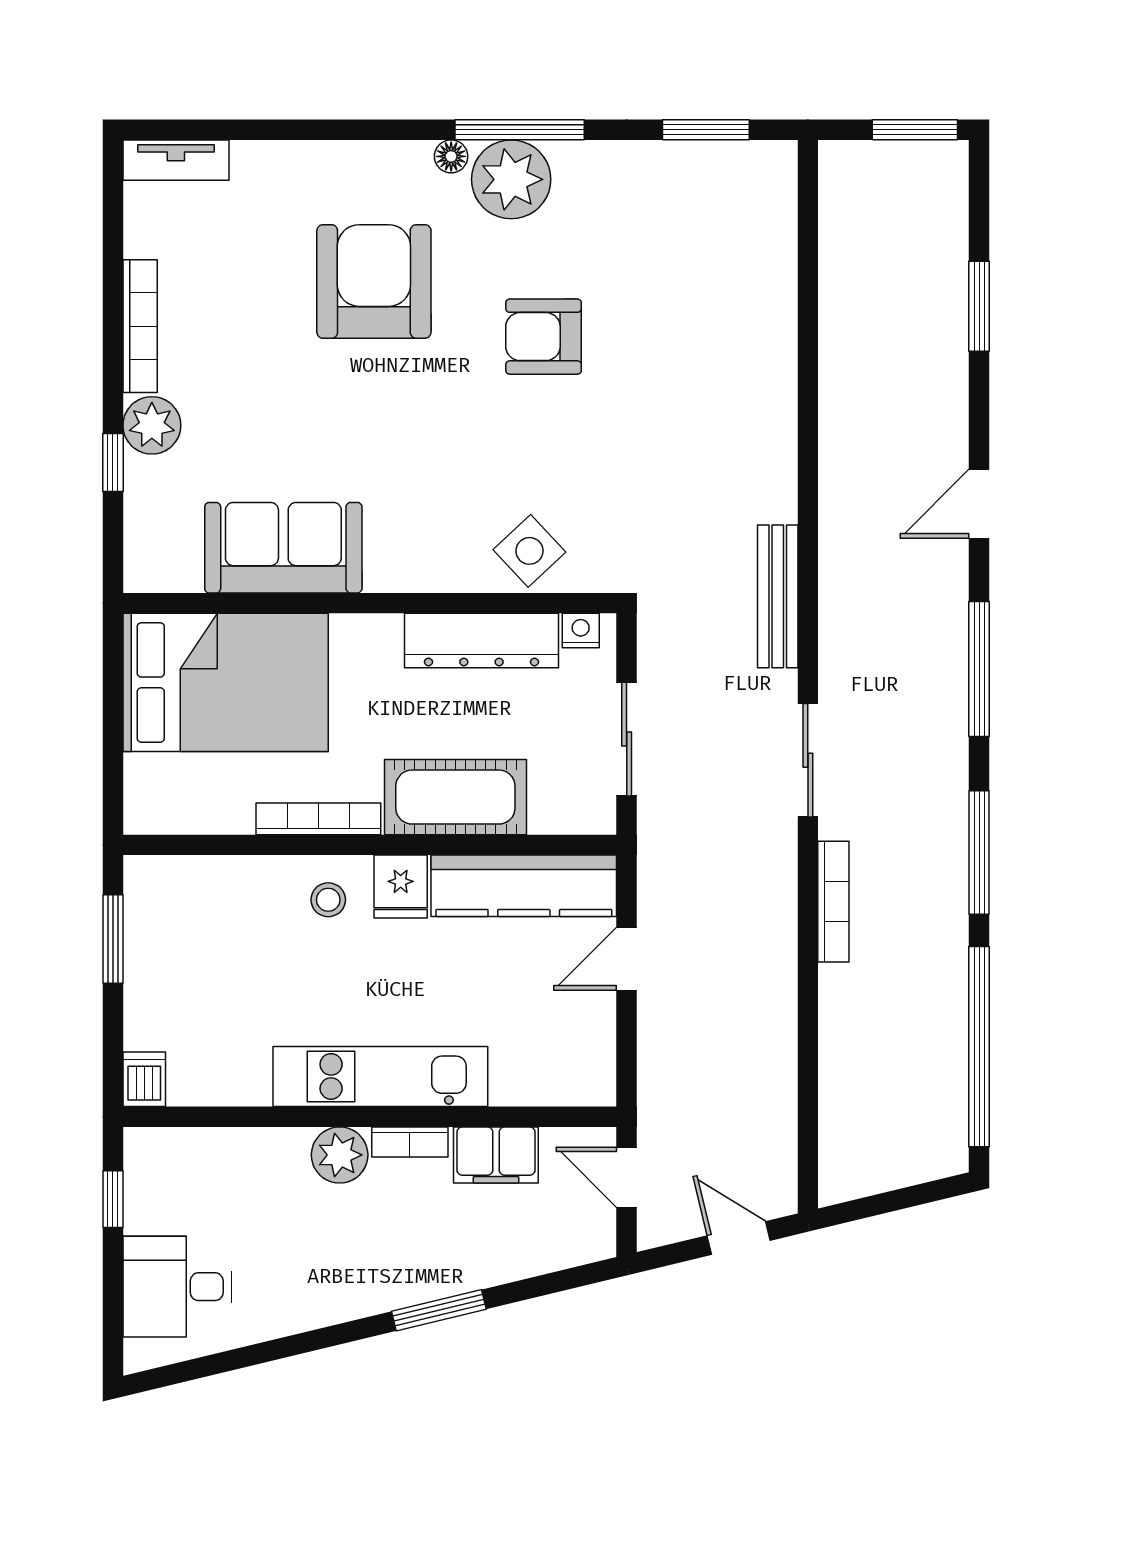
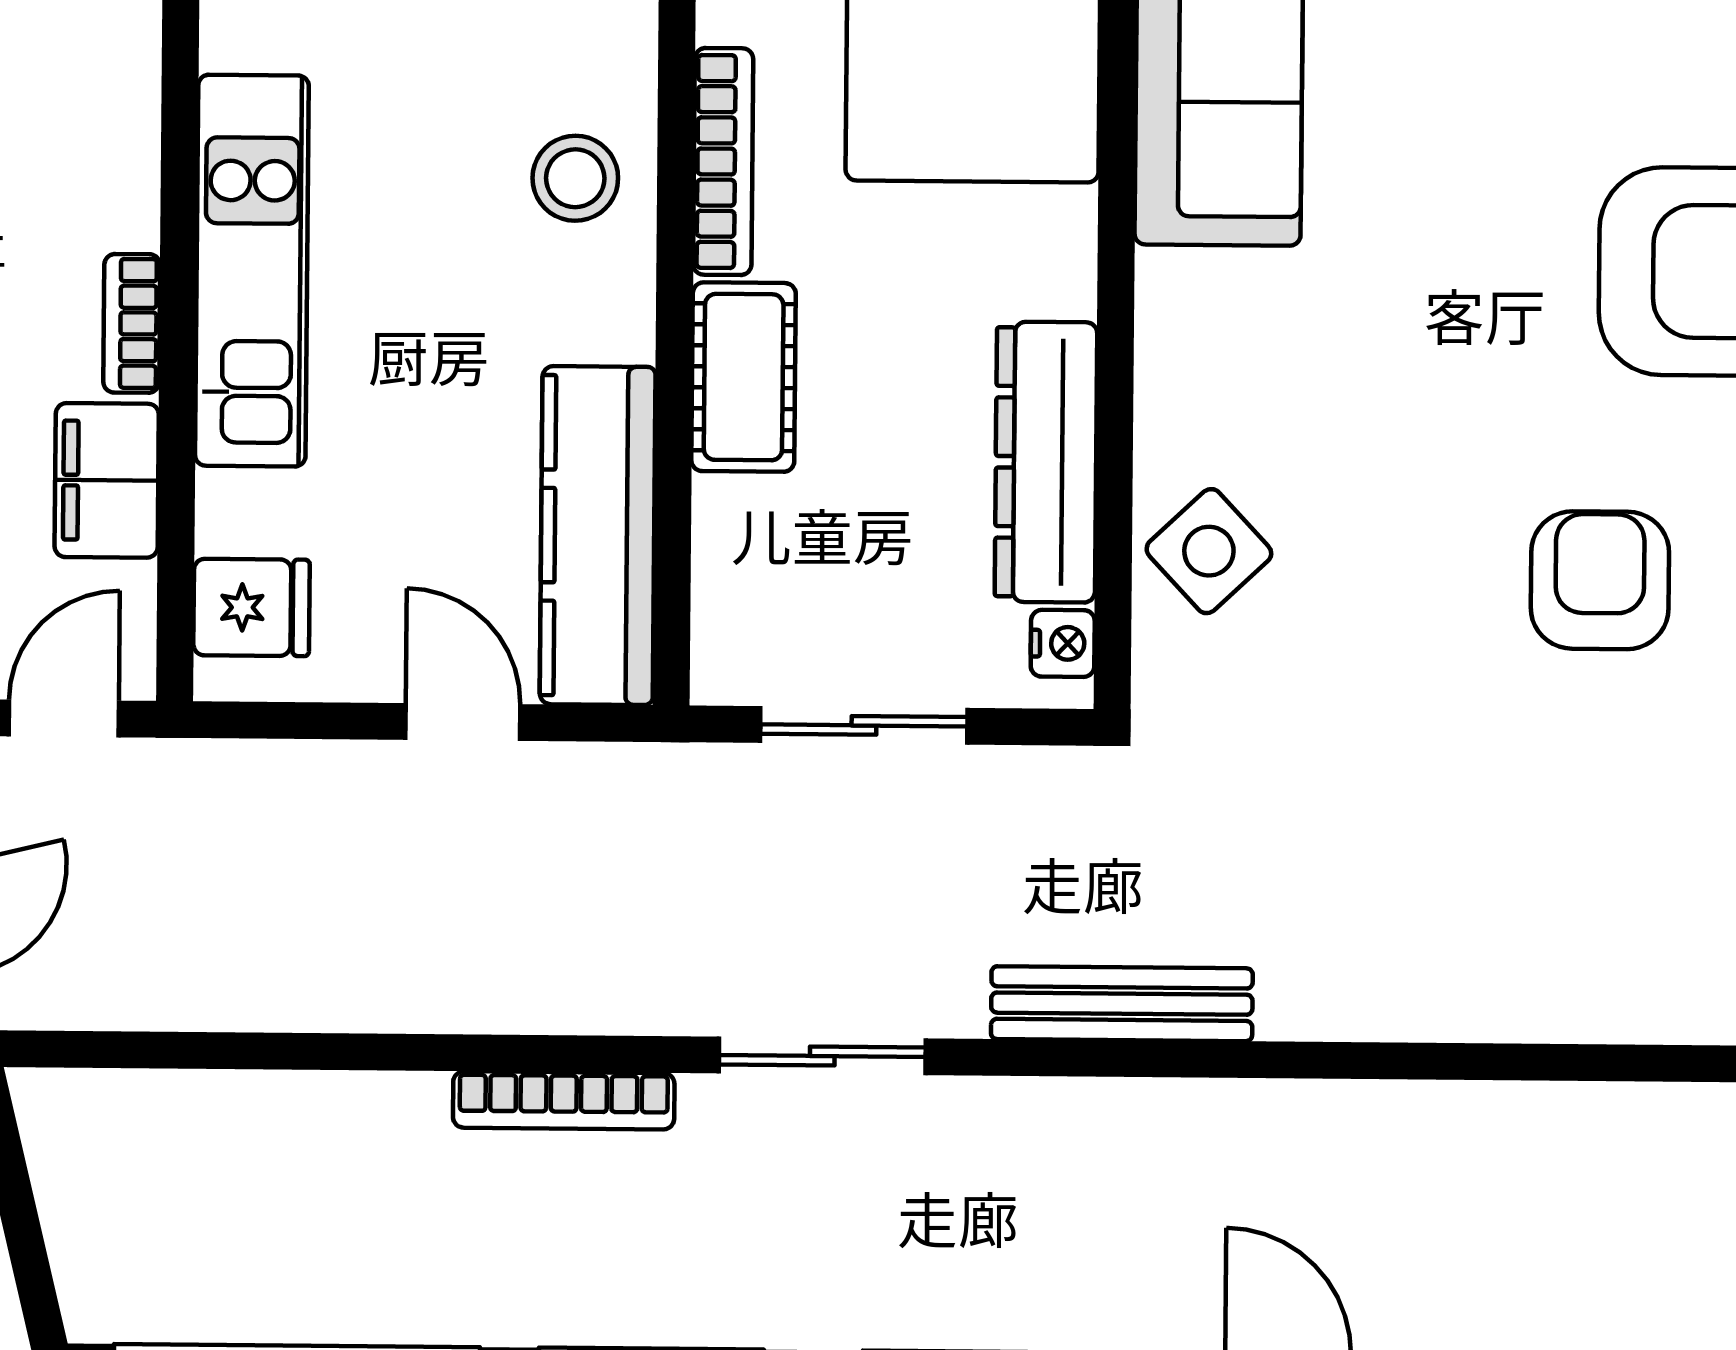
cot: (455, 797) -> (744, 377), width x0.73, depth x0.75
fridge: (401, 887) -> (252, 607), moved, turned 180
stool: (328, 900) -> (575, 178), width x1.37, depth x1.37
plant: (340, 1155) -> (109, 195), removed

